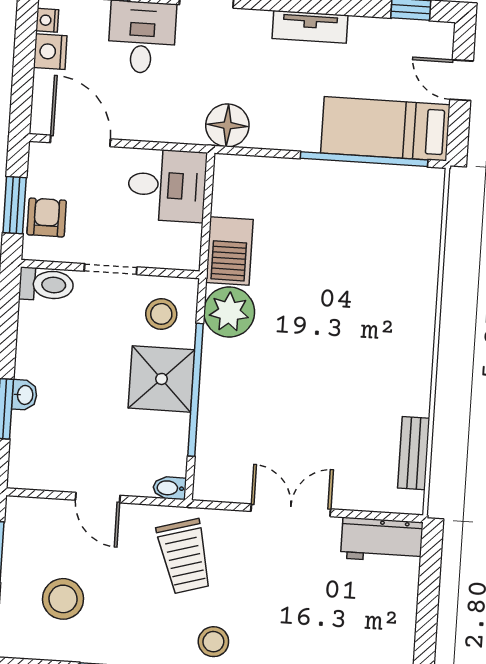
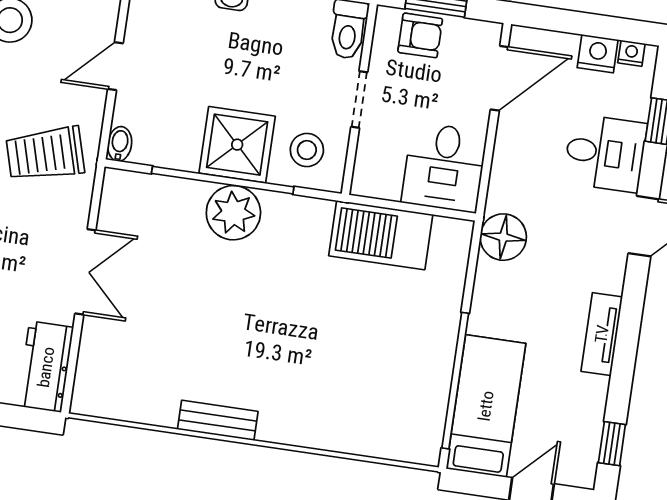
barbecue: (229, 251) -> (381, 235), width x1.37, depth x1.21
plant: (229, 312) -> (233, 213), moved
bench: (414, 453) -> (218, 420), moved

